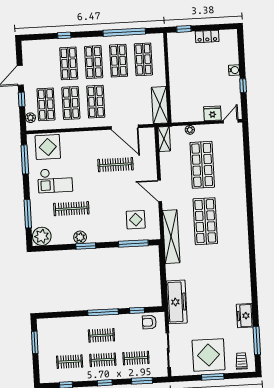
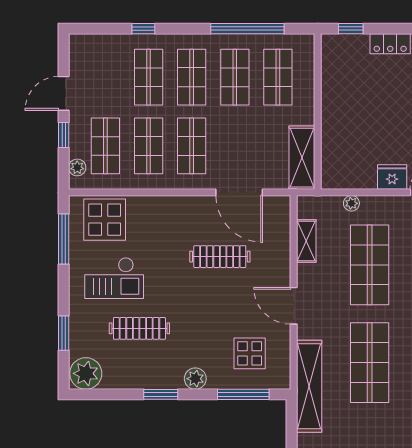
shelving: (164, 139) -> (306, 241), moved
window: (28, 214) -> (64, 333), width x0.69
plant: (80, 237) -> (195, 379), moved

